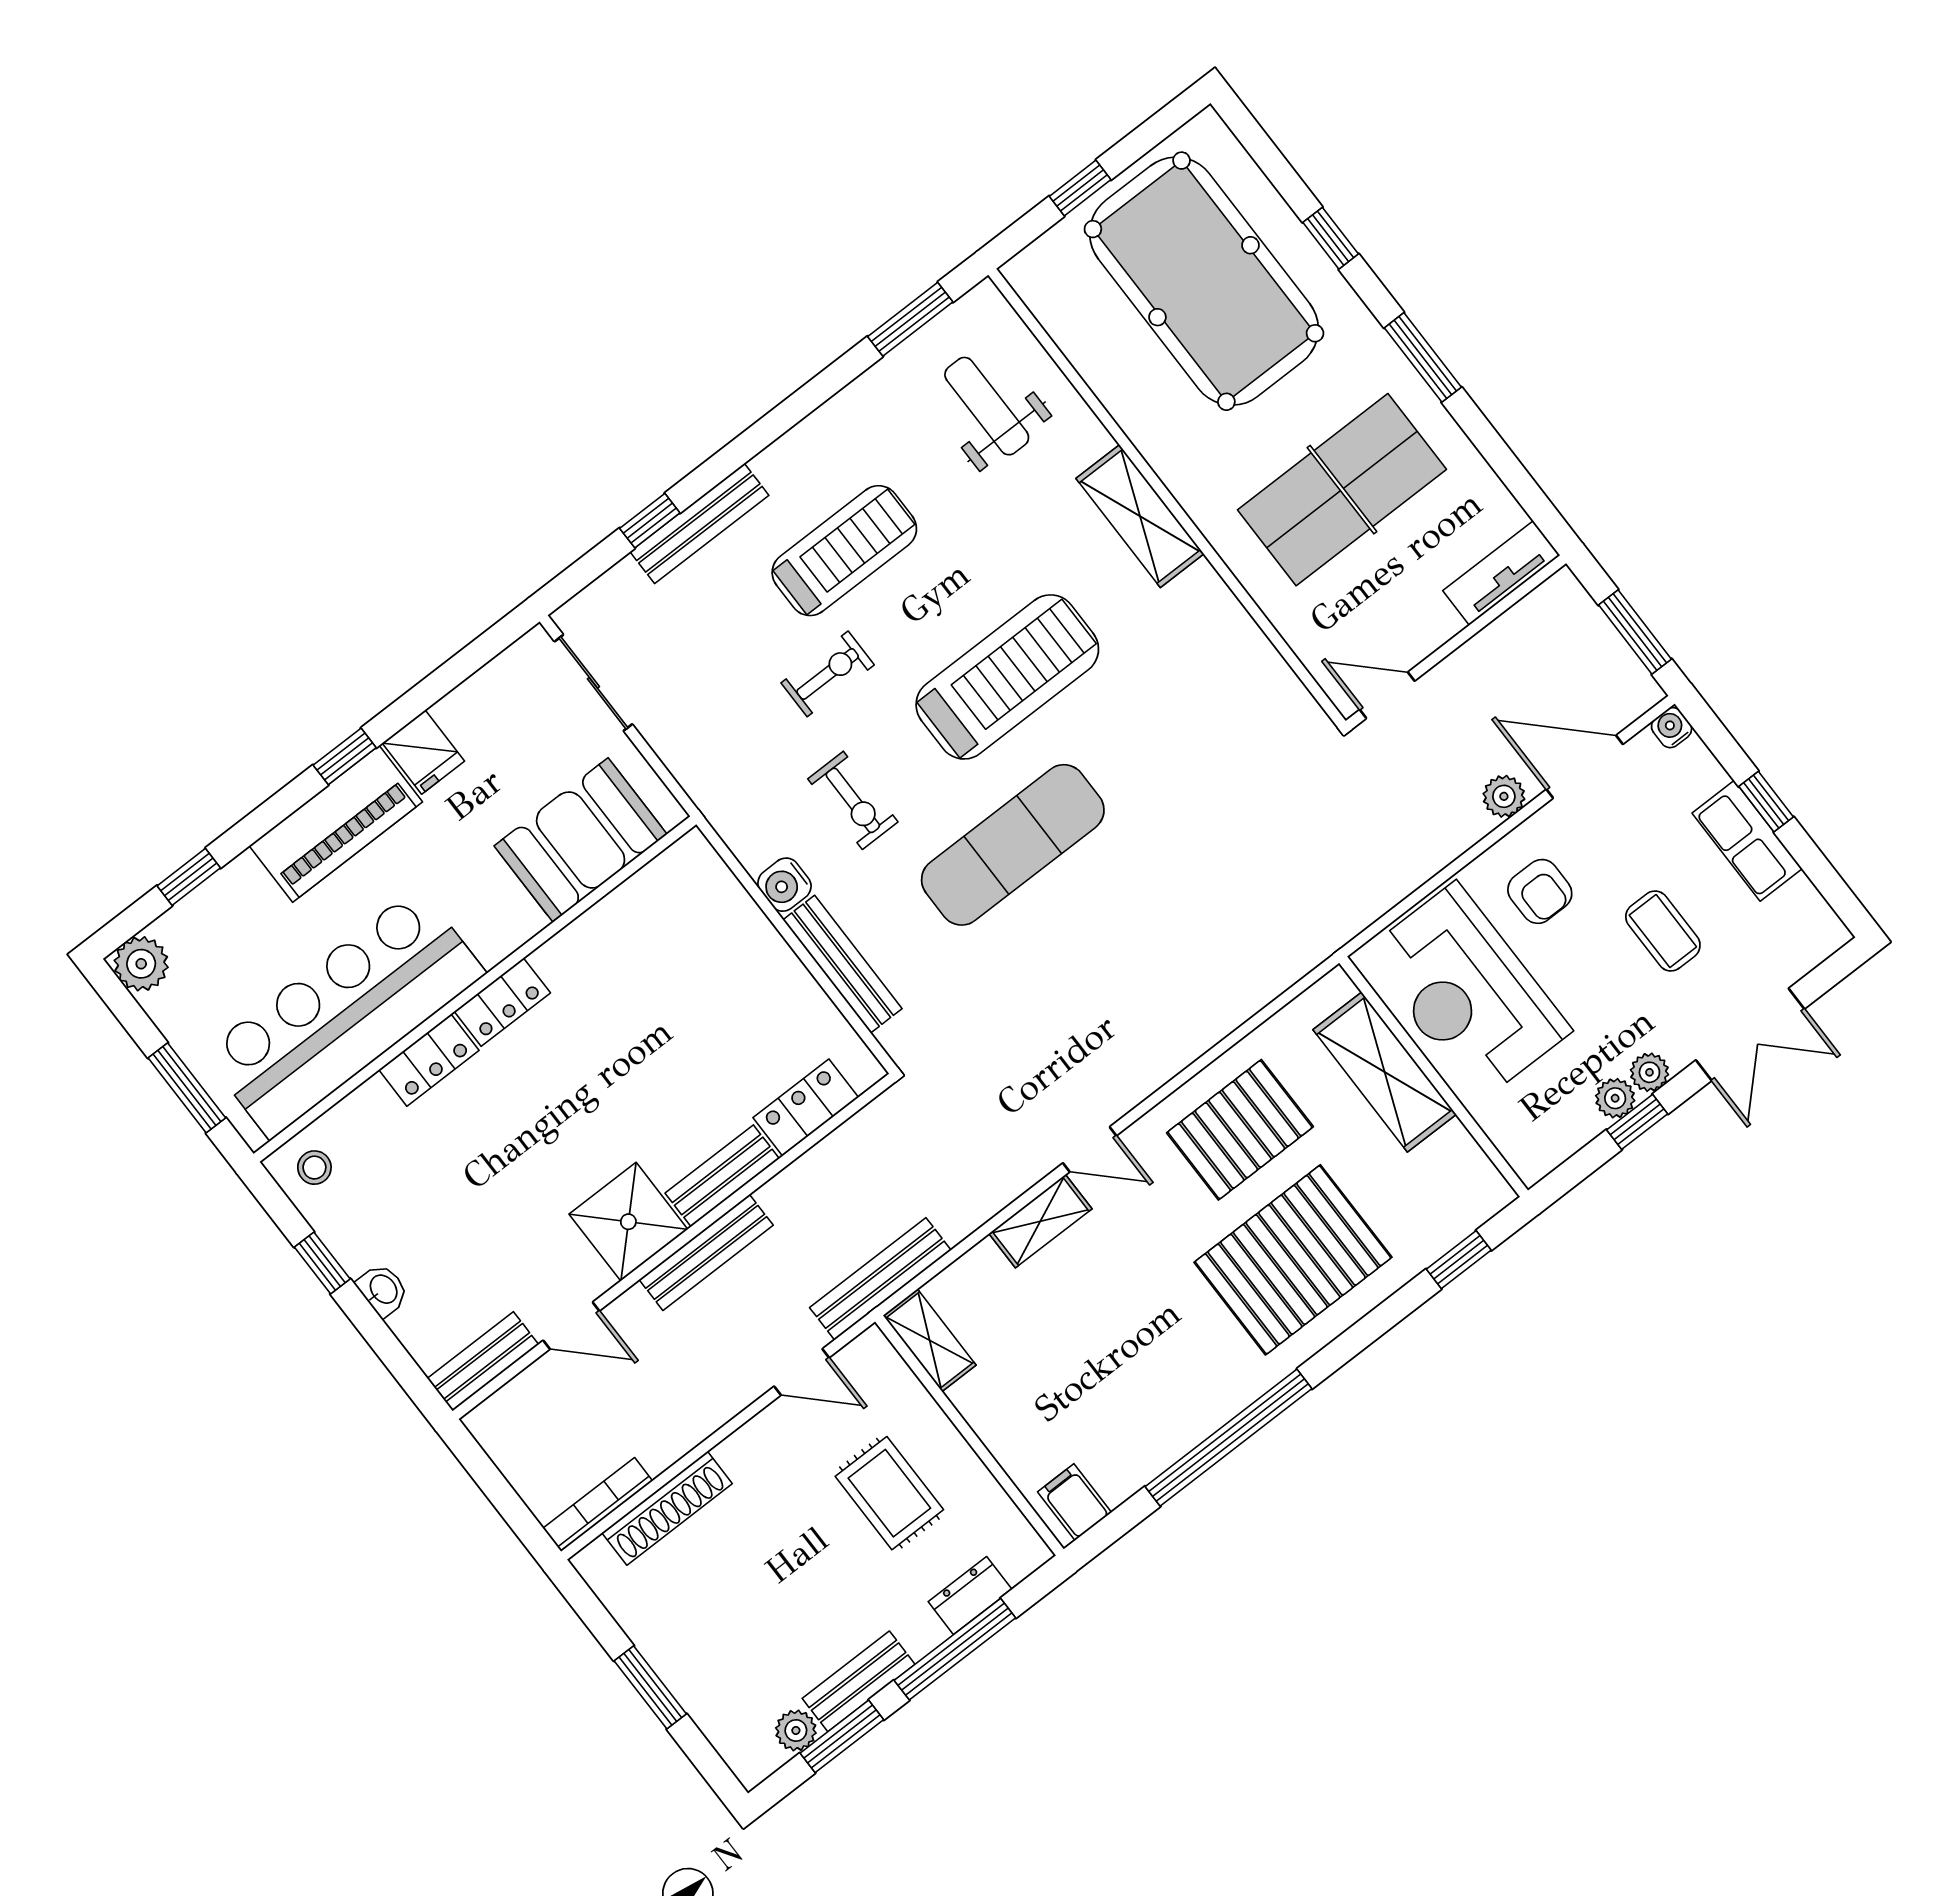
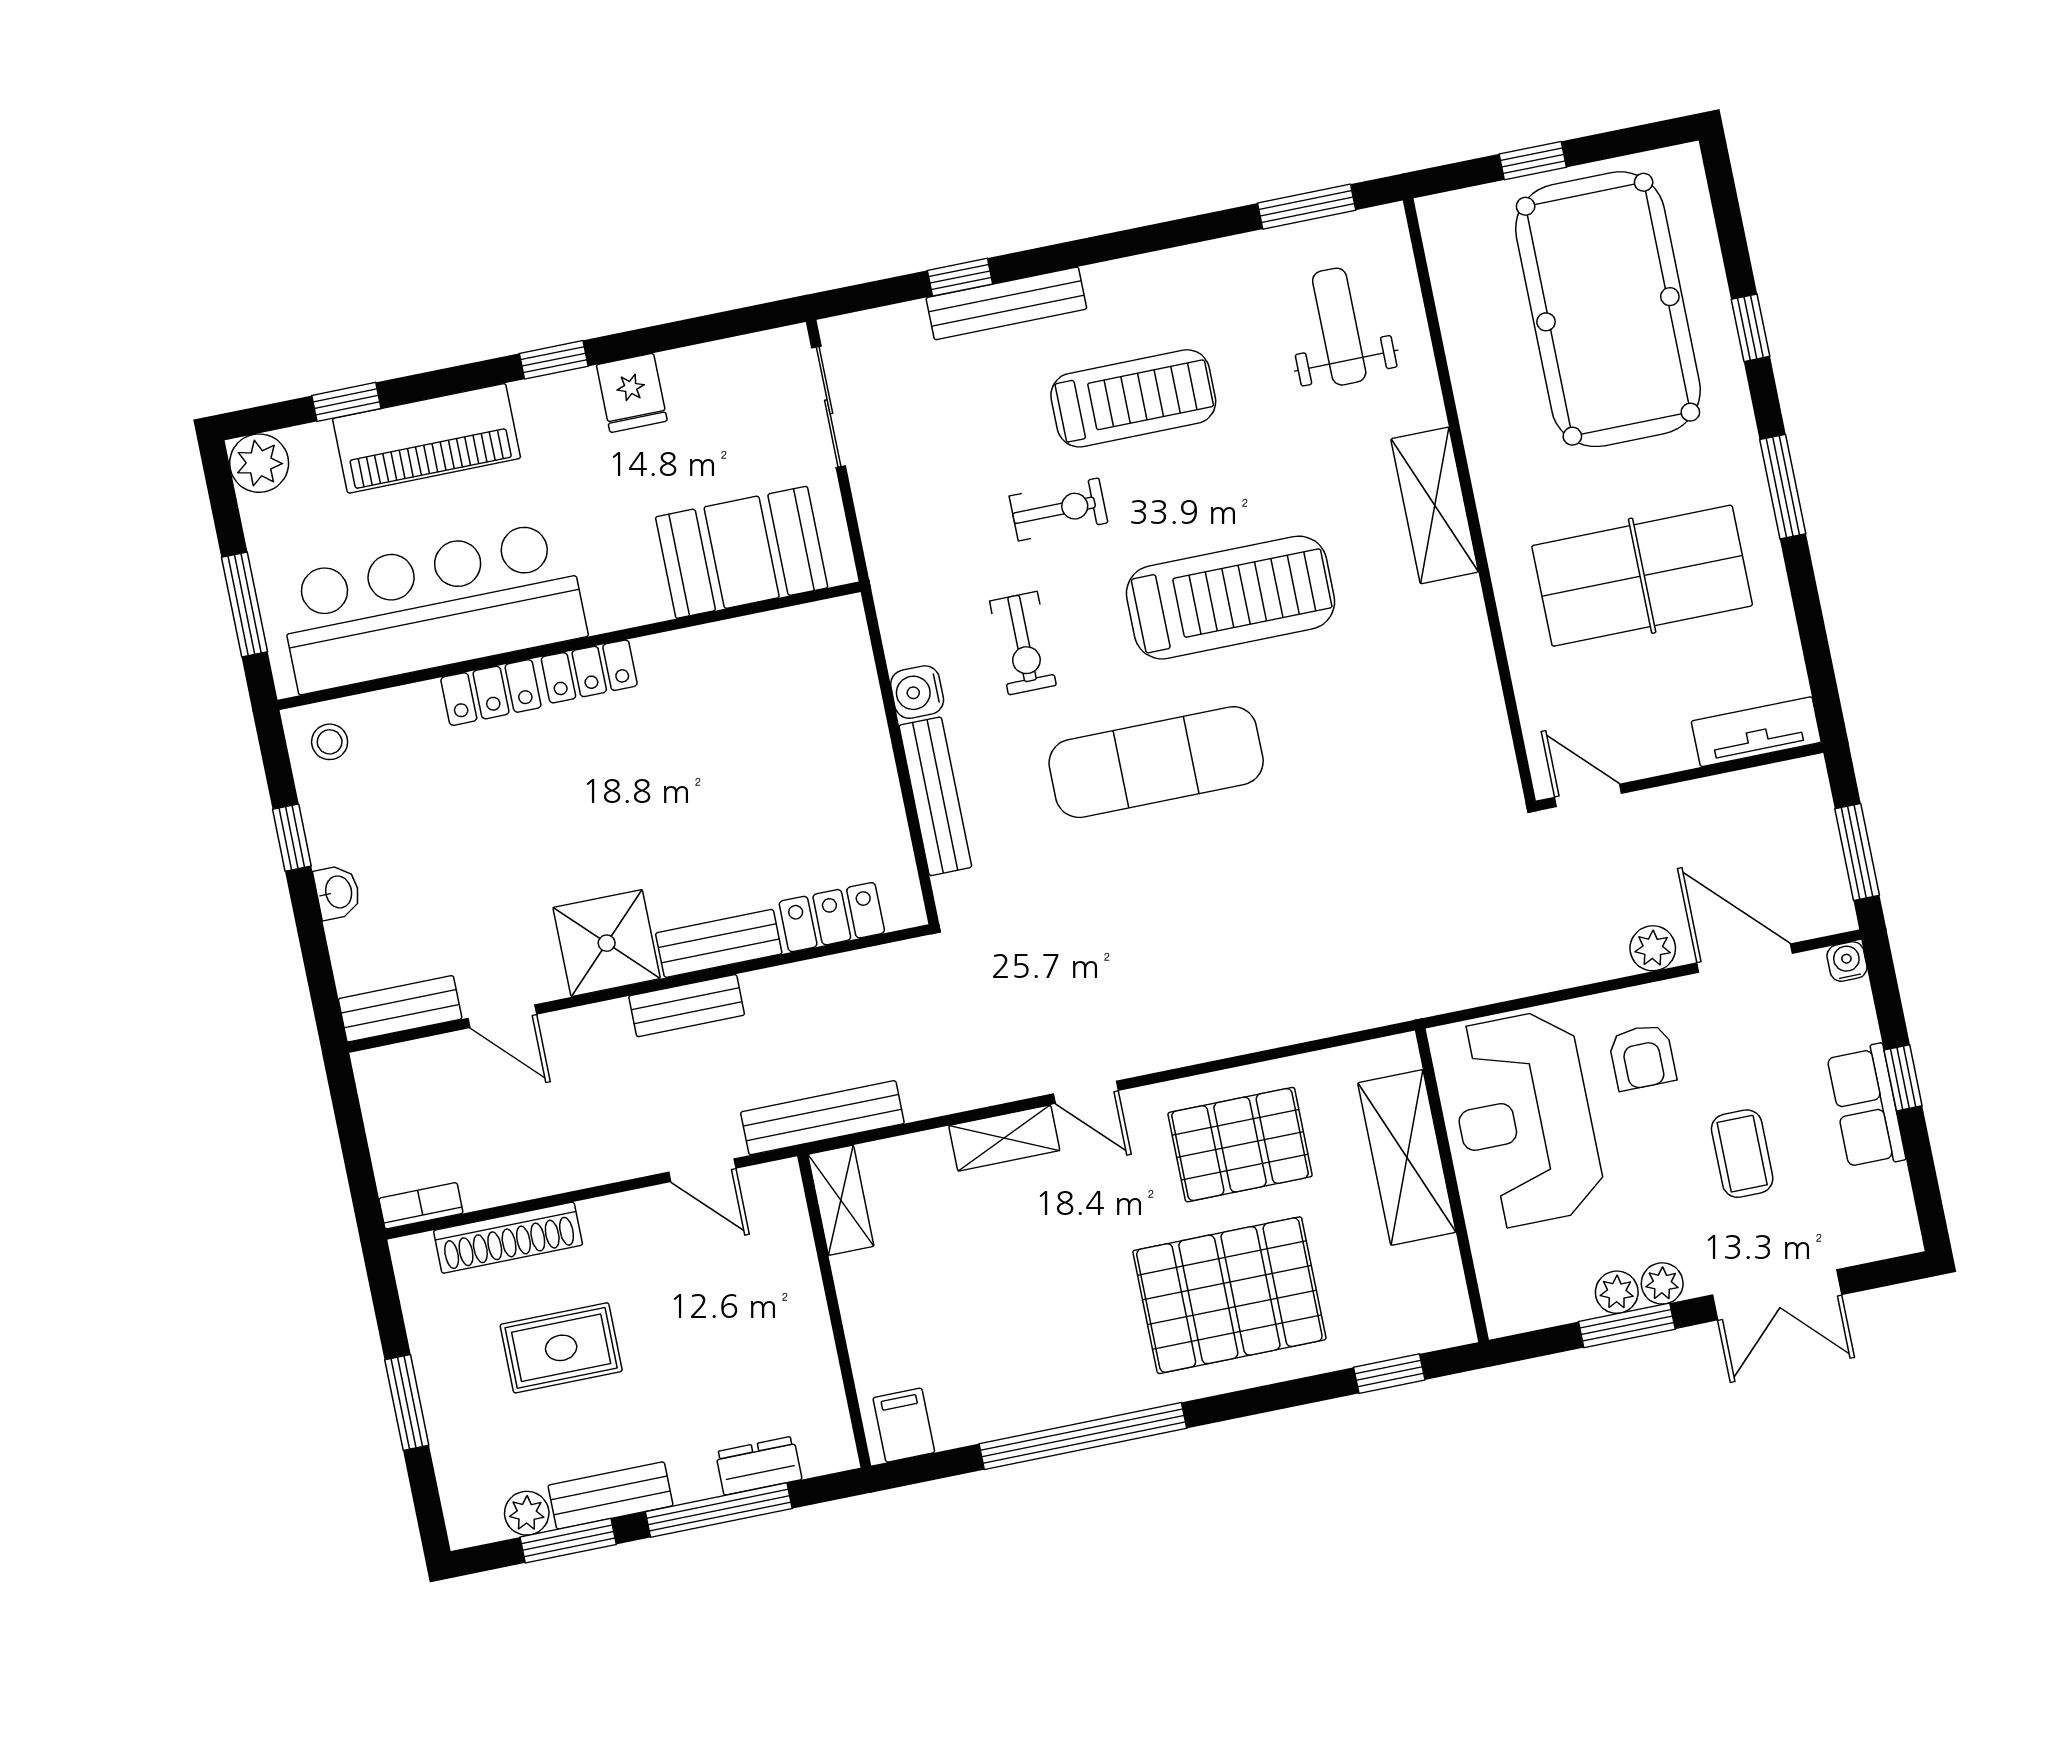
piano: (336, 824) -> (427, 438), moved
window: (1637, 1122) -> (1627, 1325), width x1.50
bench: (706, 1252) -> (687, 1006), width x0.73
rug: (889, 1493) -> (561, 1348), moved, turned 90
bookcase: (598, 1505) -> (421, 1206), width x0.64

